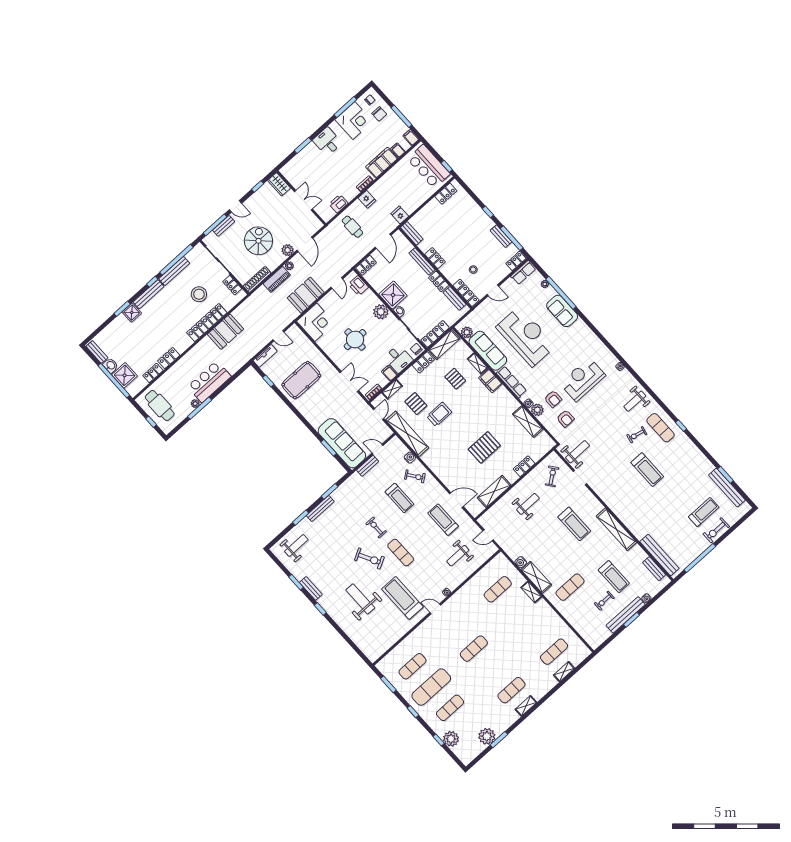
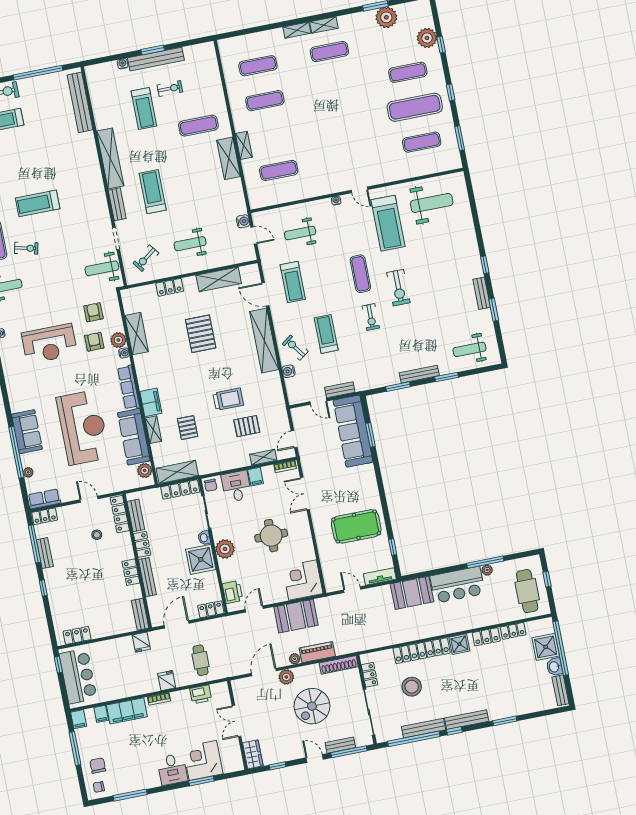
corner desk: (354, 121) -> (203, 760), moved
shower: (132, 313) -> (459, 644), moved
booth: (225, 332) -> (412, 593), moved
reception desk: (526, 336) -> (83, 427), turned 180
locker: (423, 362) -> (212, 466), removed
pallet: (416, 404) -> (247, 426), turned 90
trolley: (439, 414) -> (228, 399), turned 180
shelving: (407, 434) -> (264, 341), moved
pallet: (484, 447) -> (201, 334), turned 90
treadmill: (647, 470) -> (38, 203), turned -90
weight bench: (458, 556) -> (300, 233), turned 180
exercise bike: (369, 559) -> (398, 288), turned -152
water cooler: (521, 562) -> (243, 221), moved
bench: (654, 569) -> (117, 204), moved
treadmill: (614, 577) -> (144, 109), turned 180
weight bench: (360, 599) -> (432, 203), moved, turned -90
exercise mat: (474, 649) -> (265, 101), moved
shelving: (564, 672) -> (297, 30), moved

